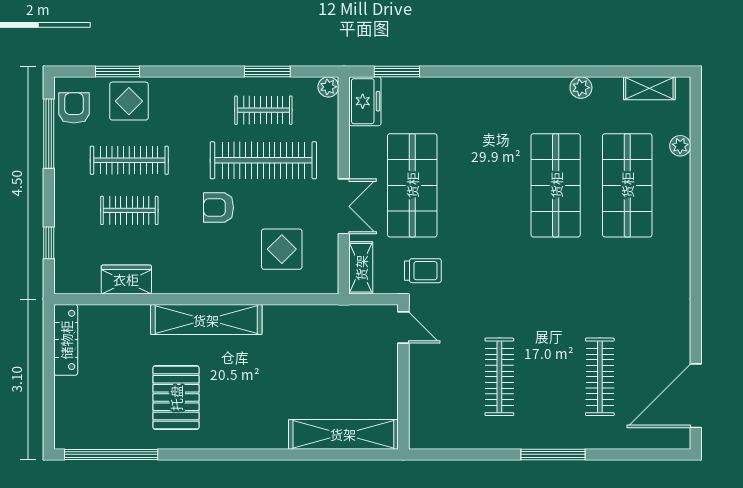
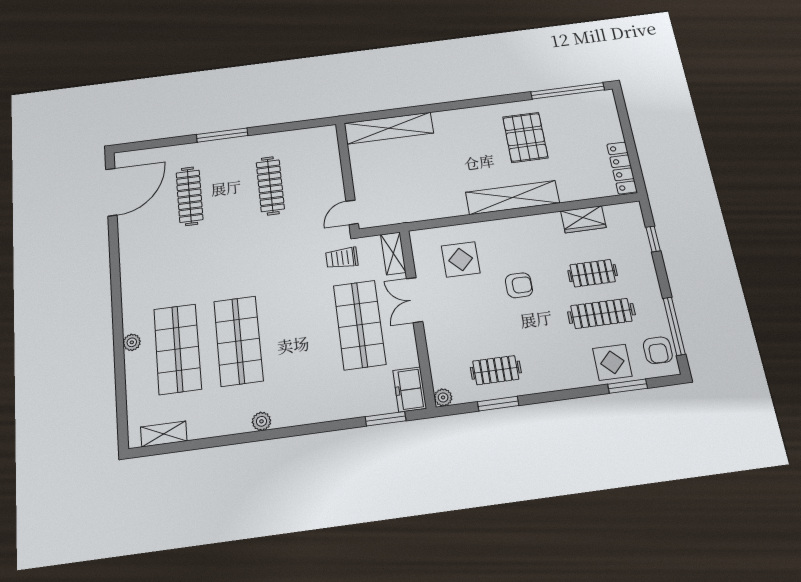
plant: (581, 88) -> (261, 421), moved
plant: (680, 146) -> (132, 342), moved
clothes rail: (263, 160) -> (488, 328), removed
door: (403, 327) -> (352, 212), hinge flipped

